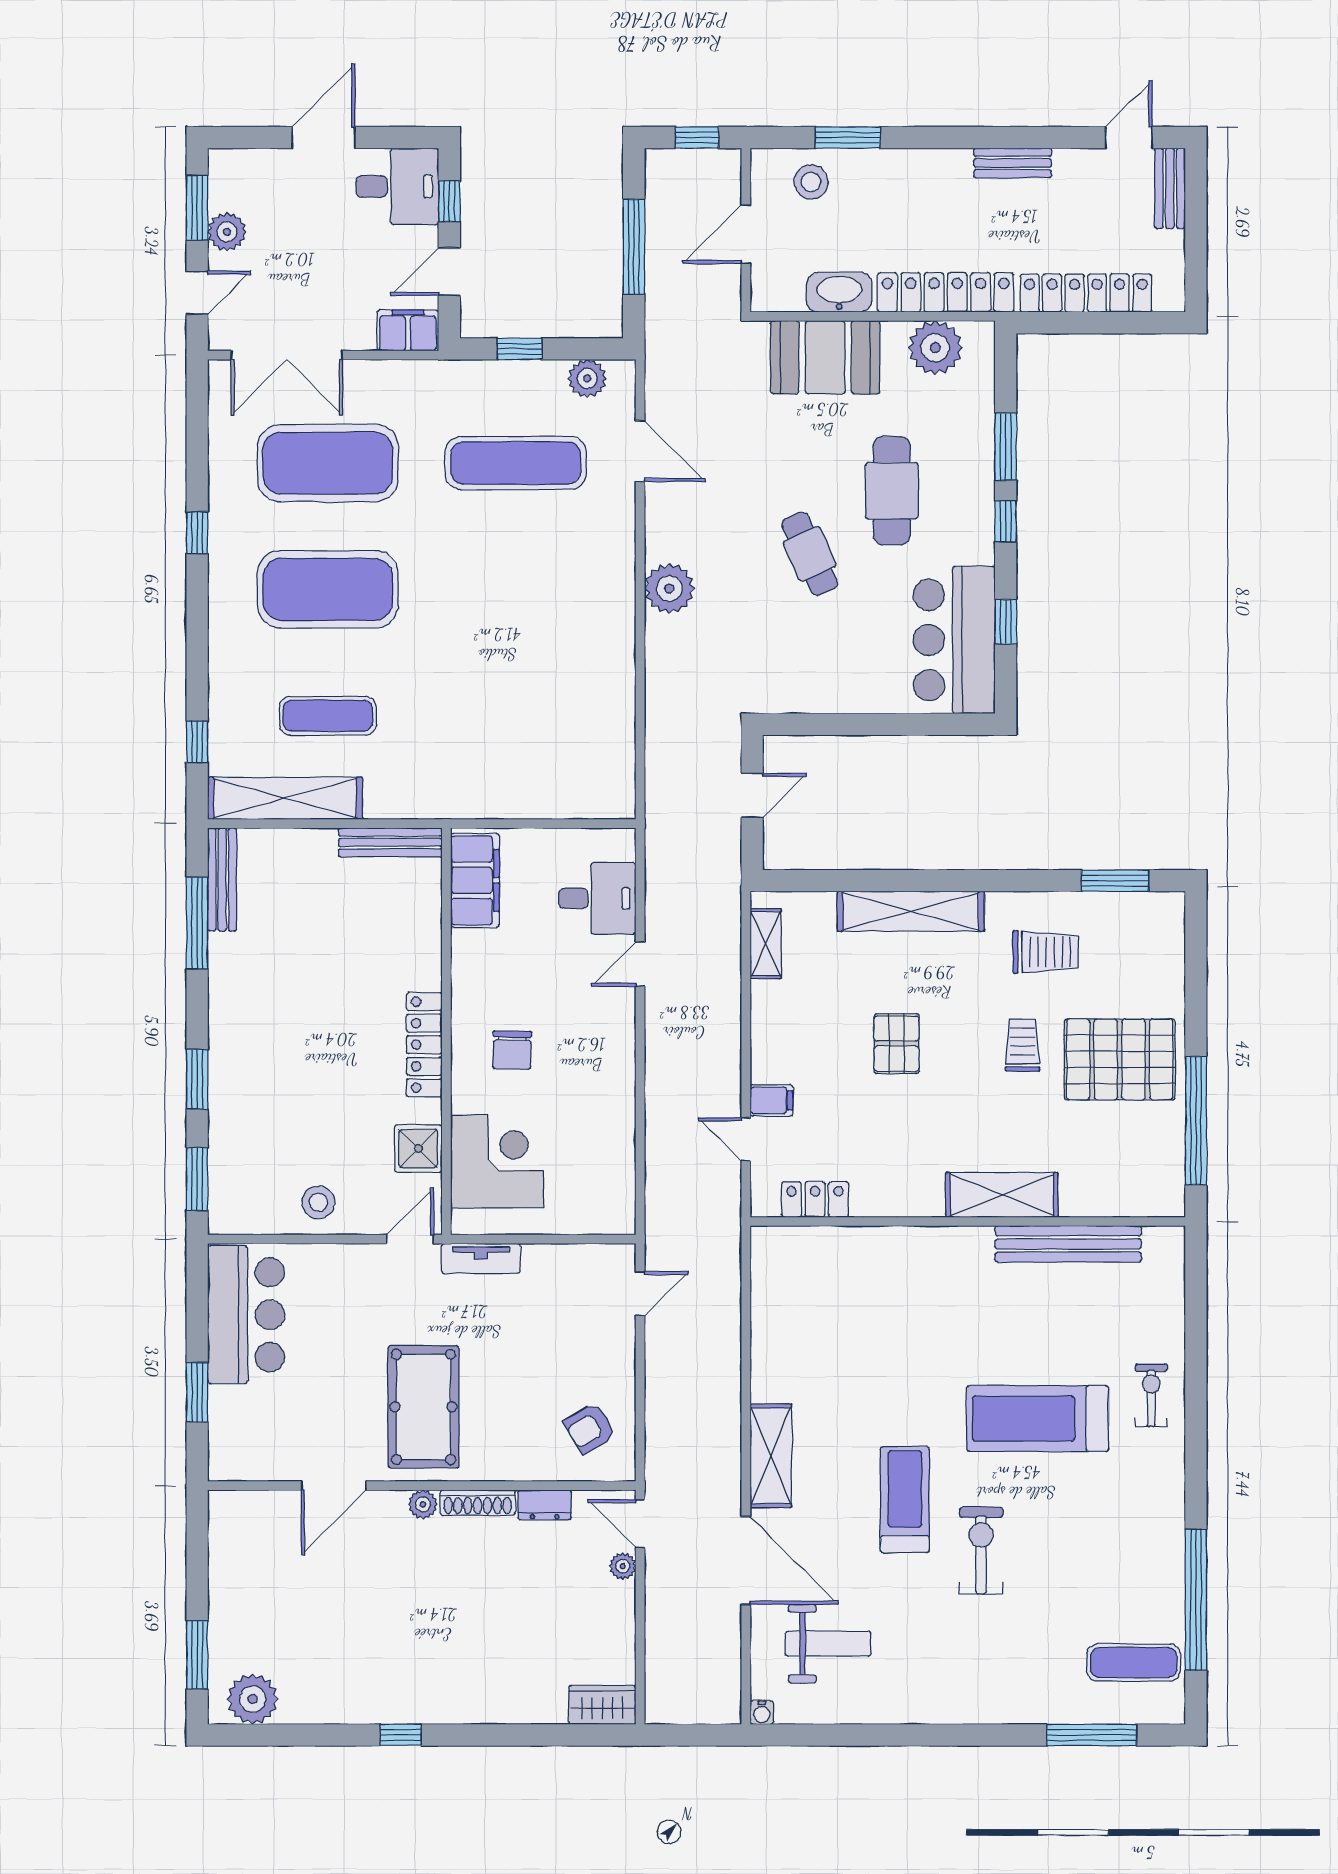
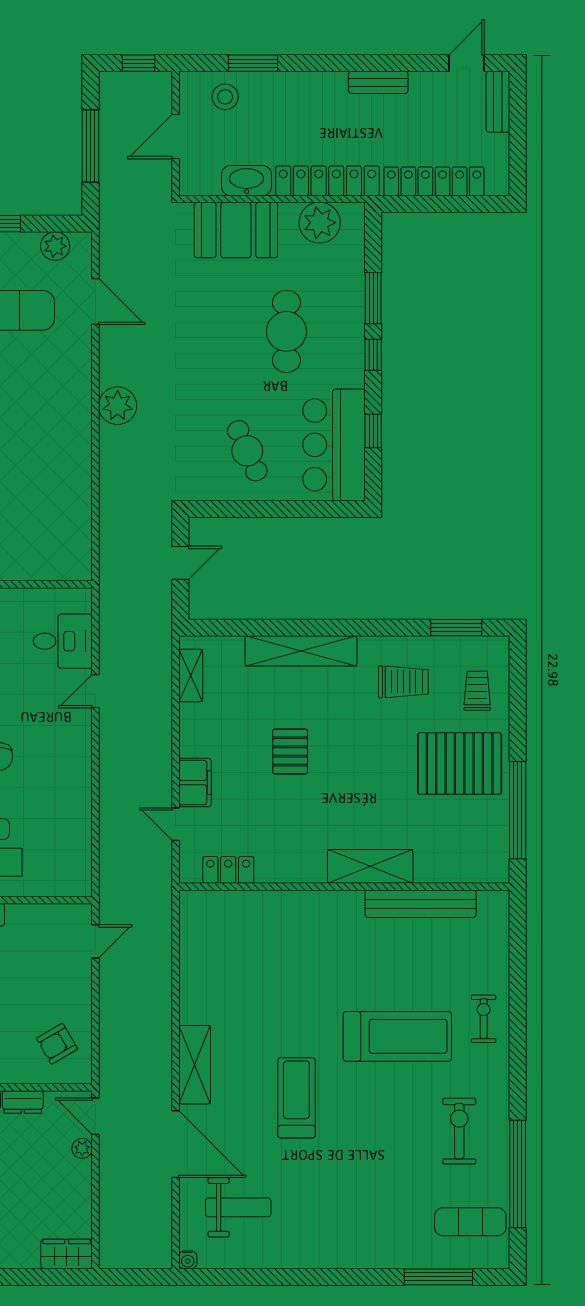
cafe table: (810, 554) -> (247, 451), moved
trolley: (1022, 1045) -> (477, 691), moved
filing cabinet: (771, 1100) -> (195, 783), width x2.00
treadmill: (1038, 1419) -> (397, 1036), turned 180
exercise bike: (981, 1551) -> (459, 1131), moved

